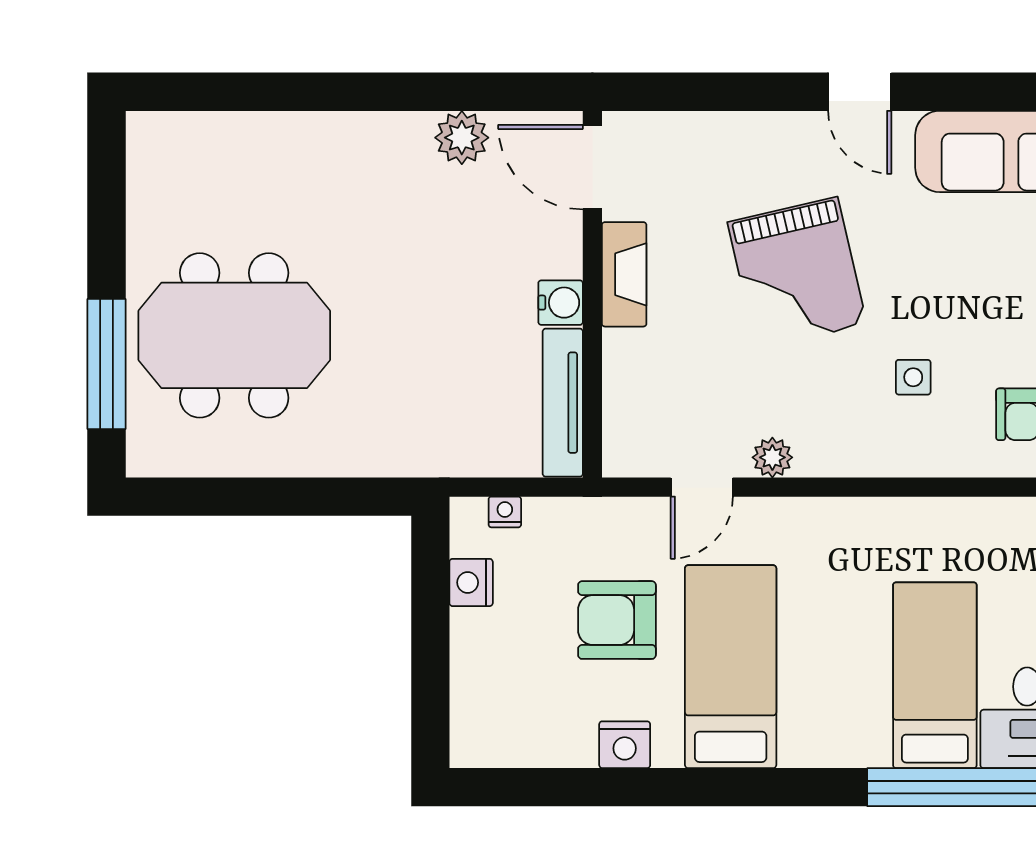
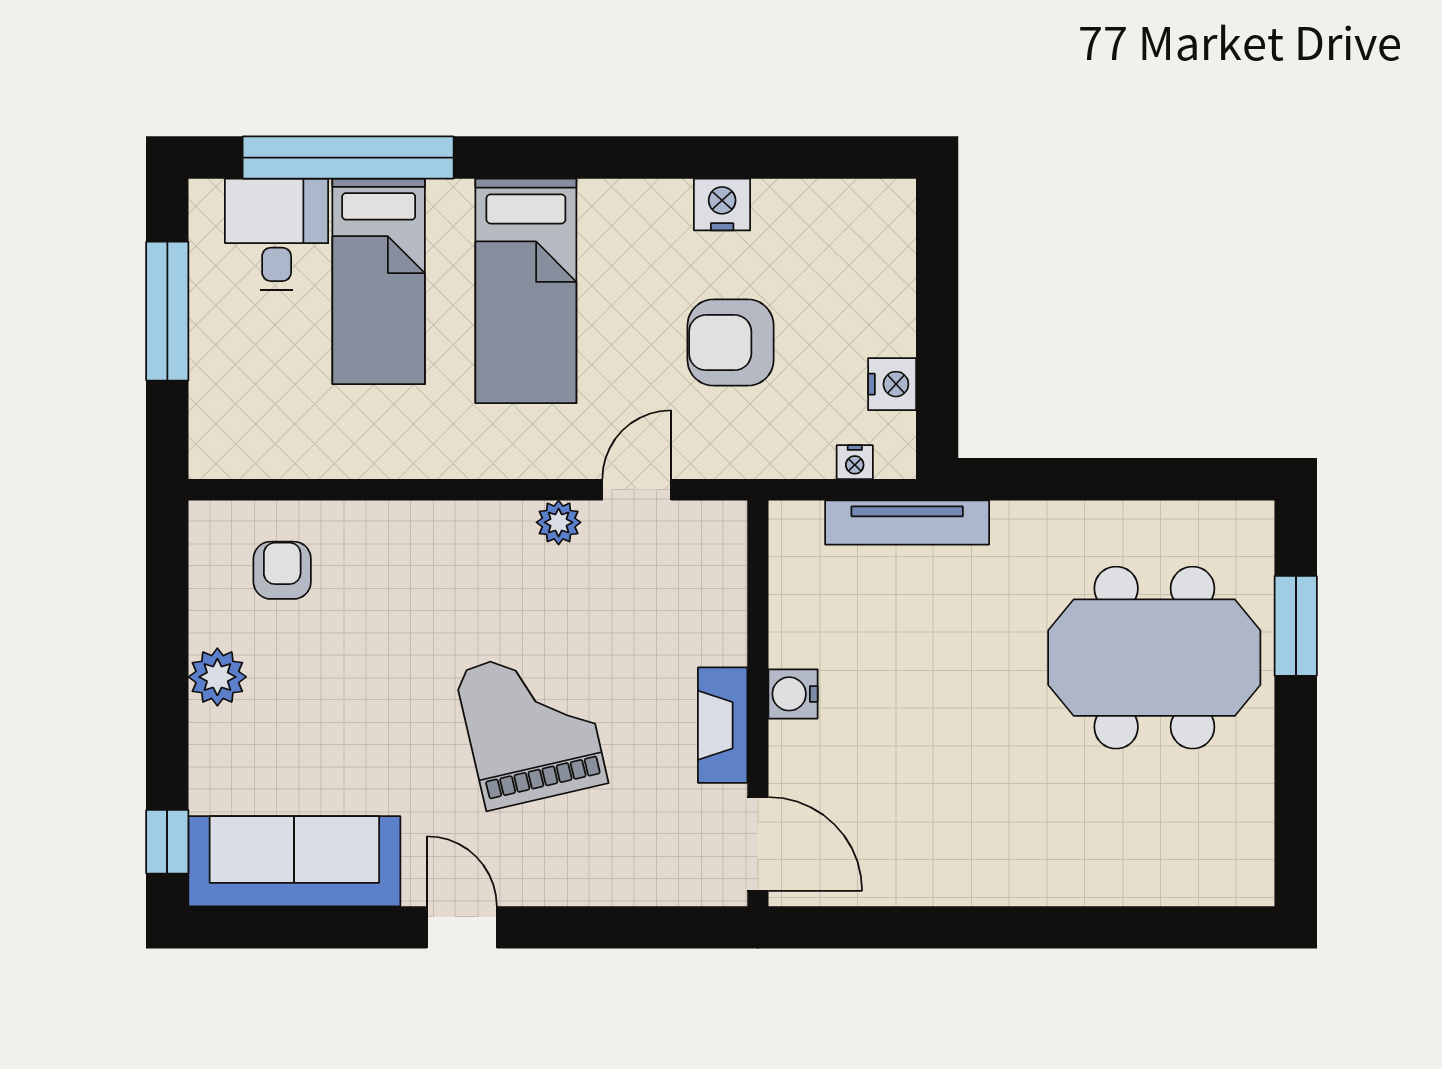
plant: (462, 138) -> (902, 877), removed
window: (106, 364) -> (1296, 626), width x0.69
side table: (913, 377) -> (403, 611), removed
tv unit: (563, 403) -> (907, 522), moved, turned 90
armchair: (617, 620) -> (731, 343), turned 180
bed: (731, 667) -> (526, 291), moved

